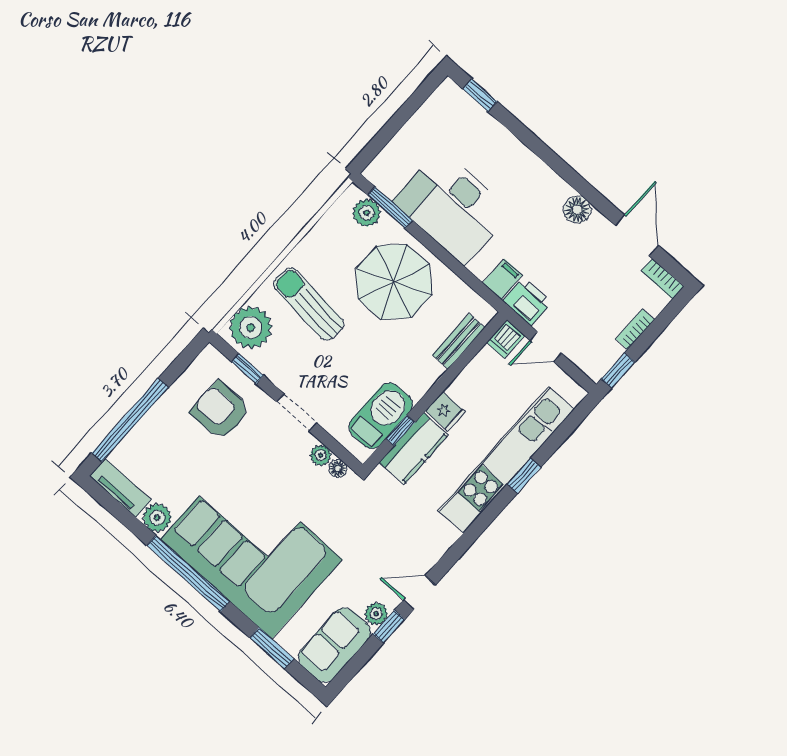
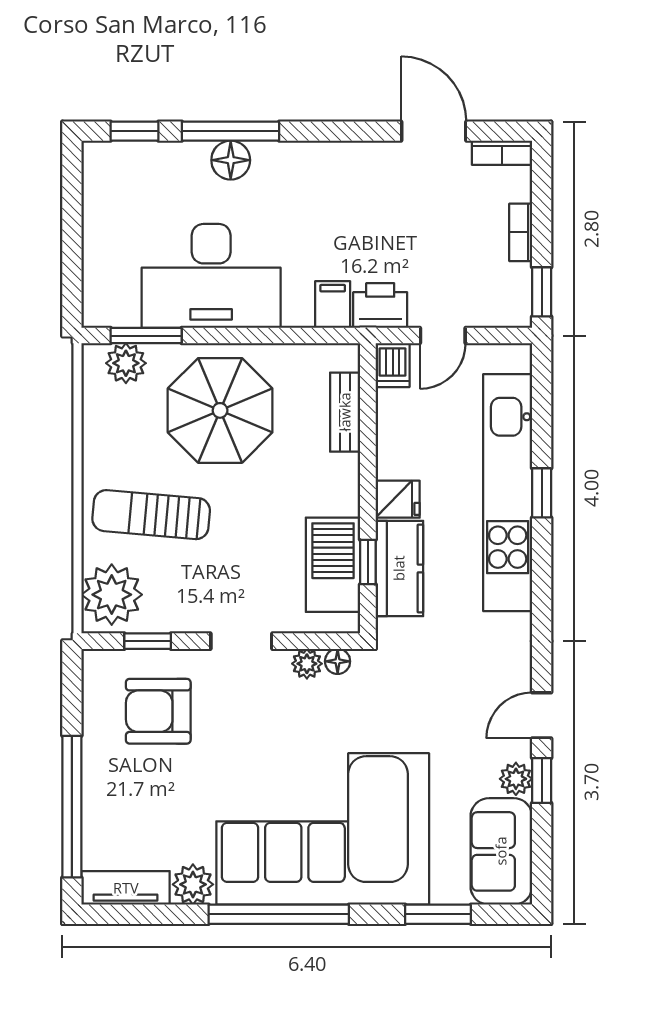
window: (530, 140) -> (230, 131), added
floor lamp: (577, 210) -> (231, 160), moved

